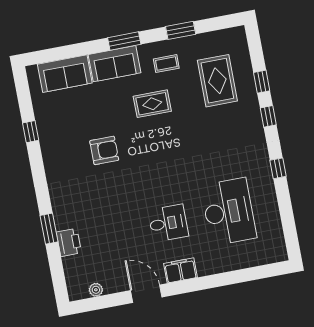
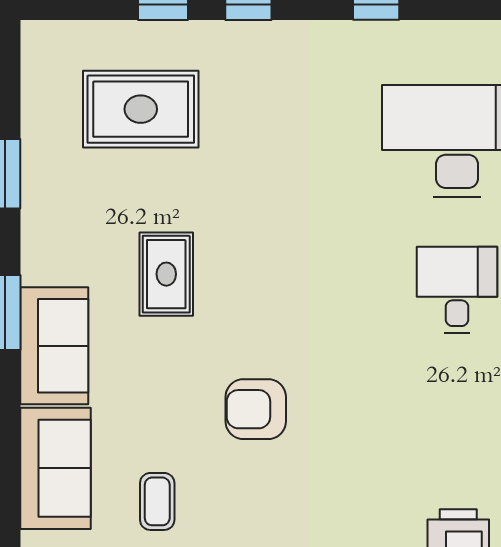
coffee table: (166, 64) -> (157, 501), moved
armchair: (104, 150) -> (256, 409), turned -90

